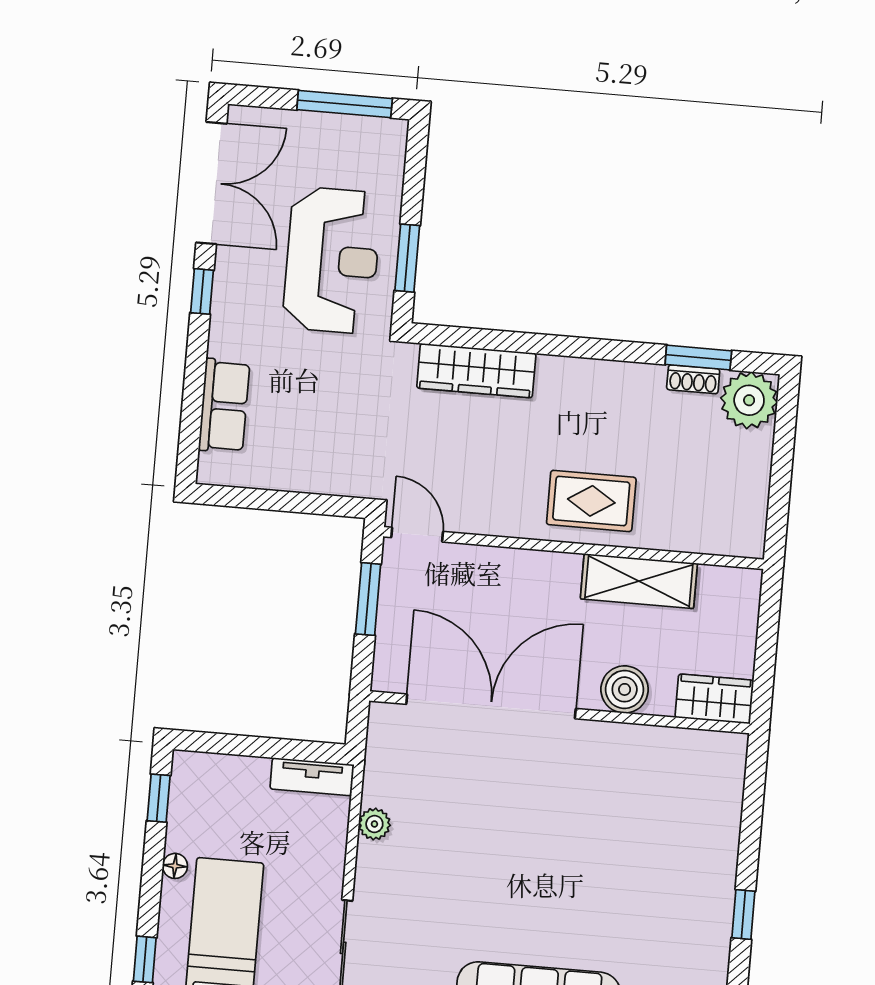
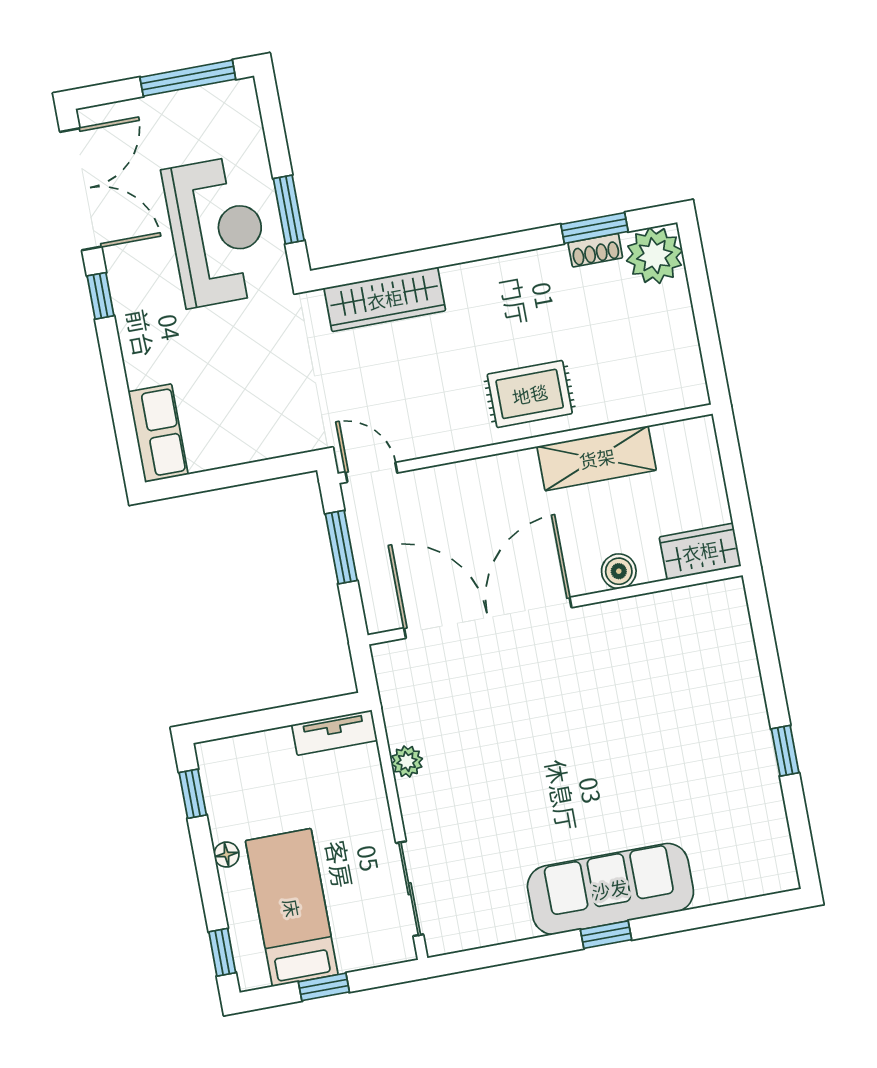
row of seats: (224, 406) -> (158, 433), moved
boiler: (625, 689) -> (619, 571), width x0.73, depth x0.73

